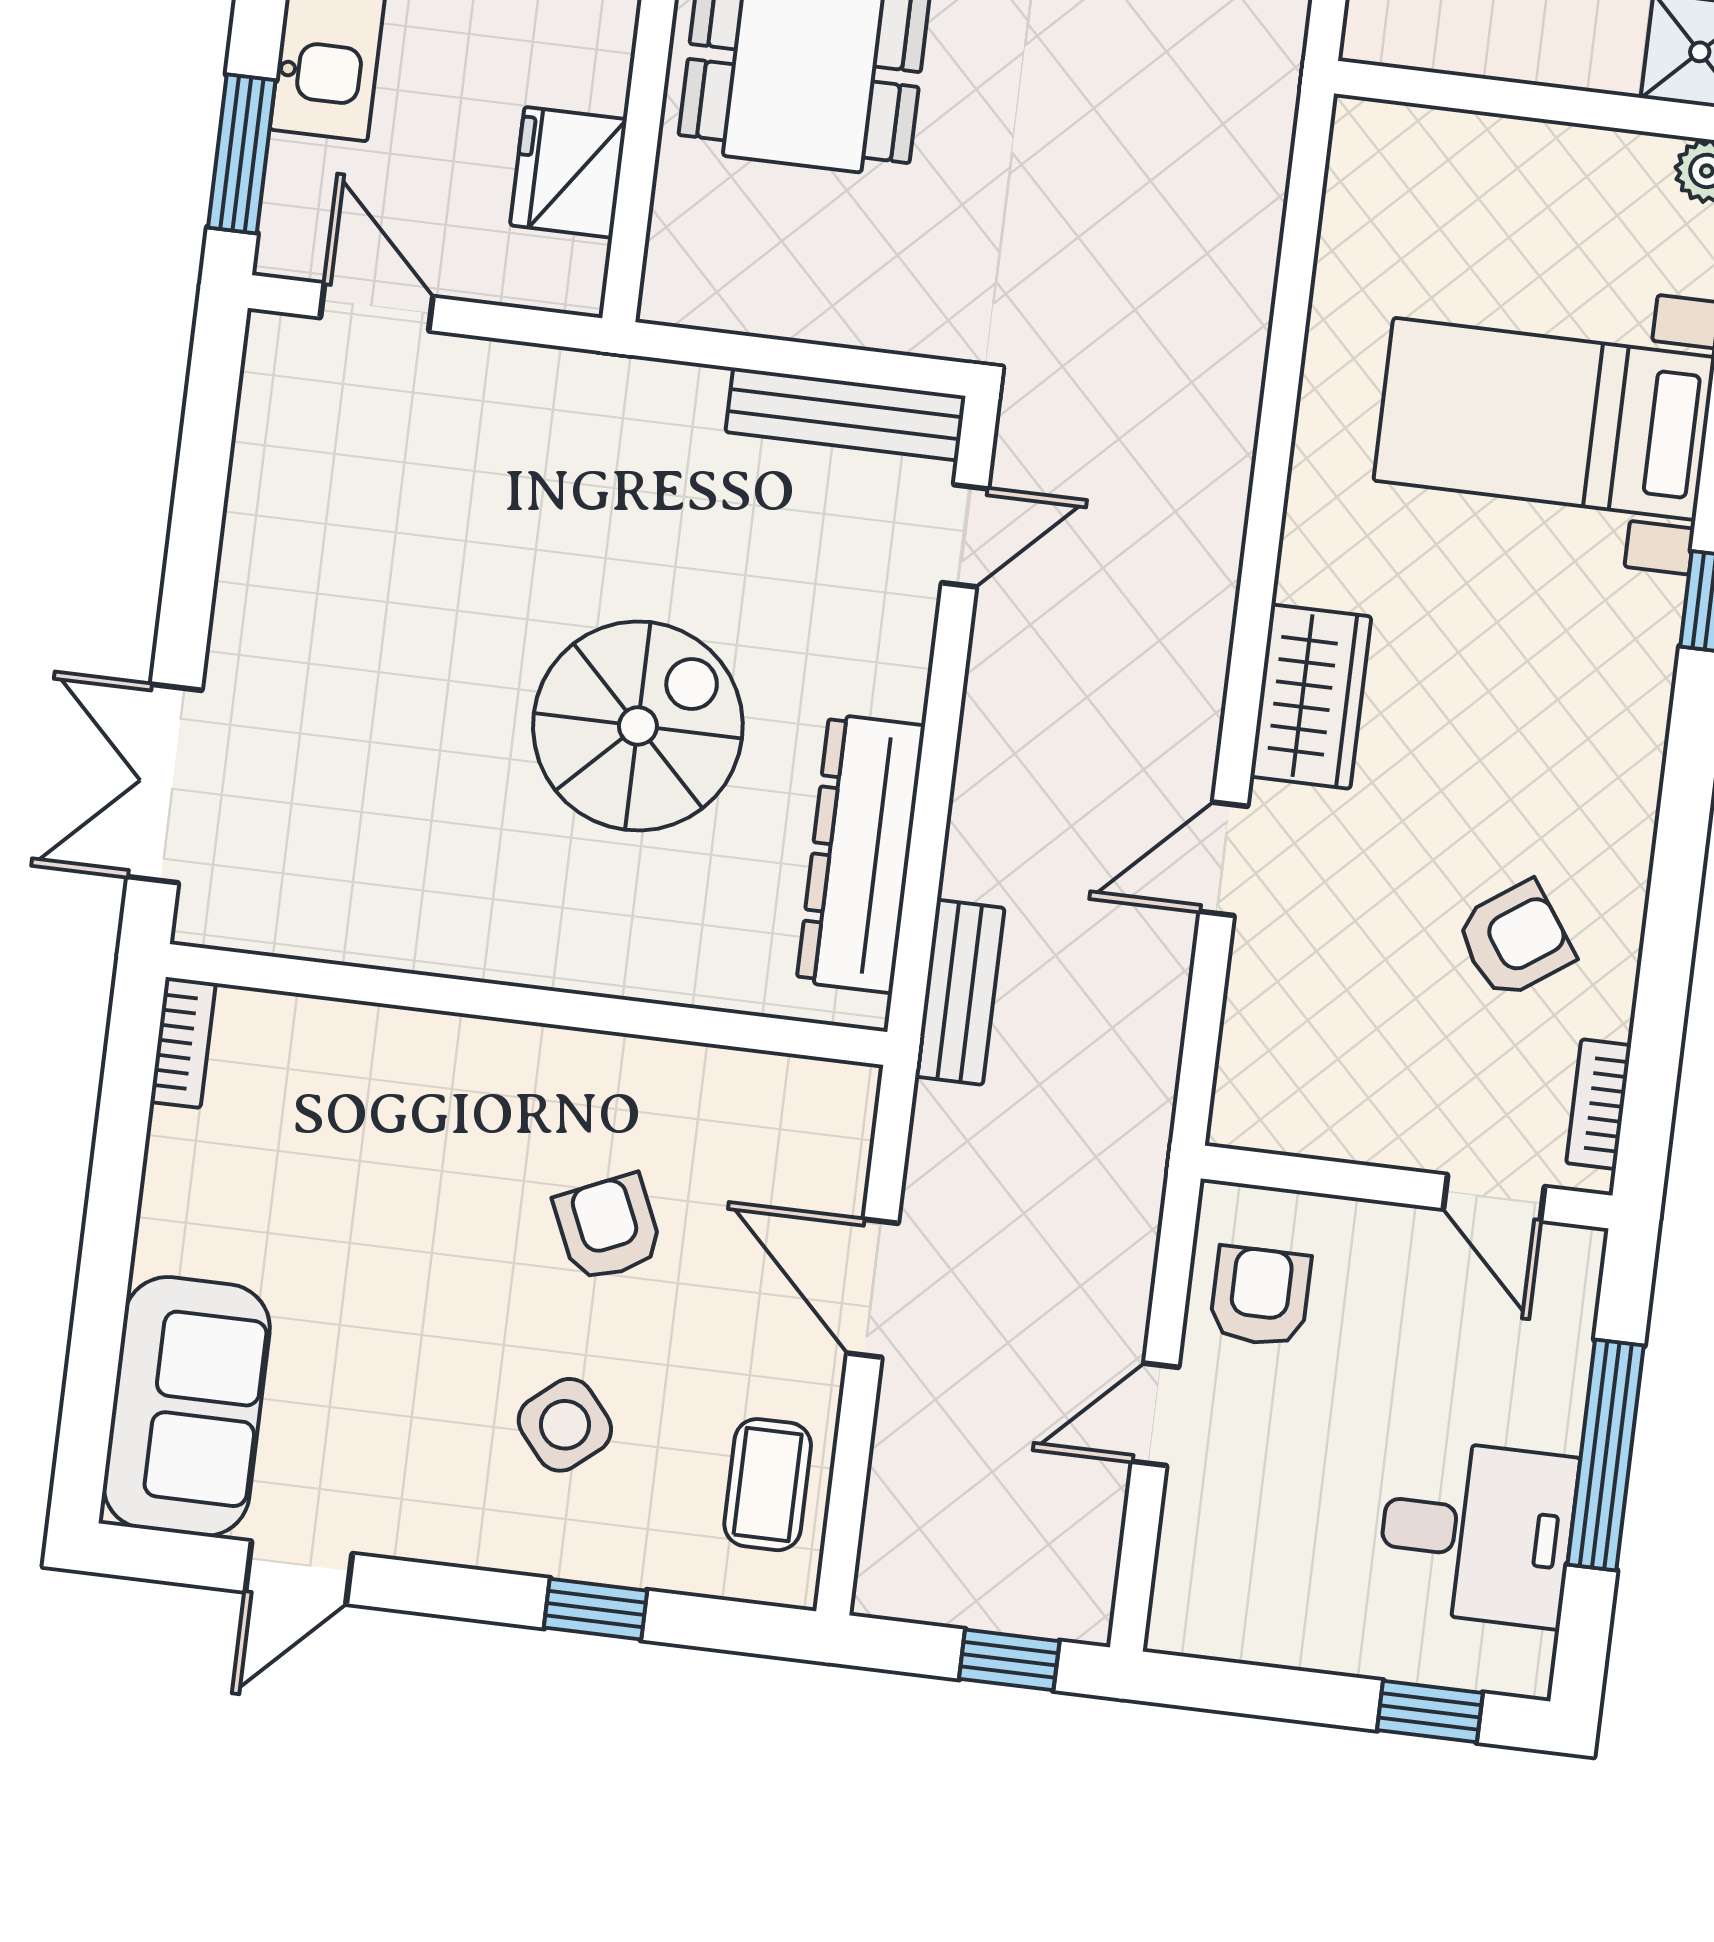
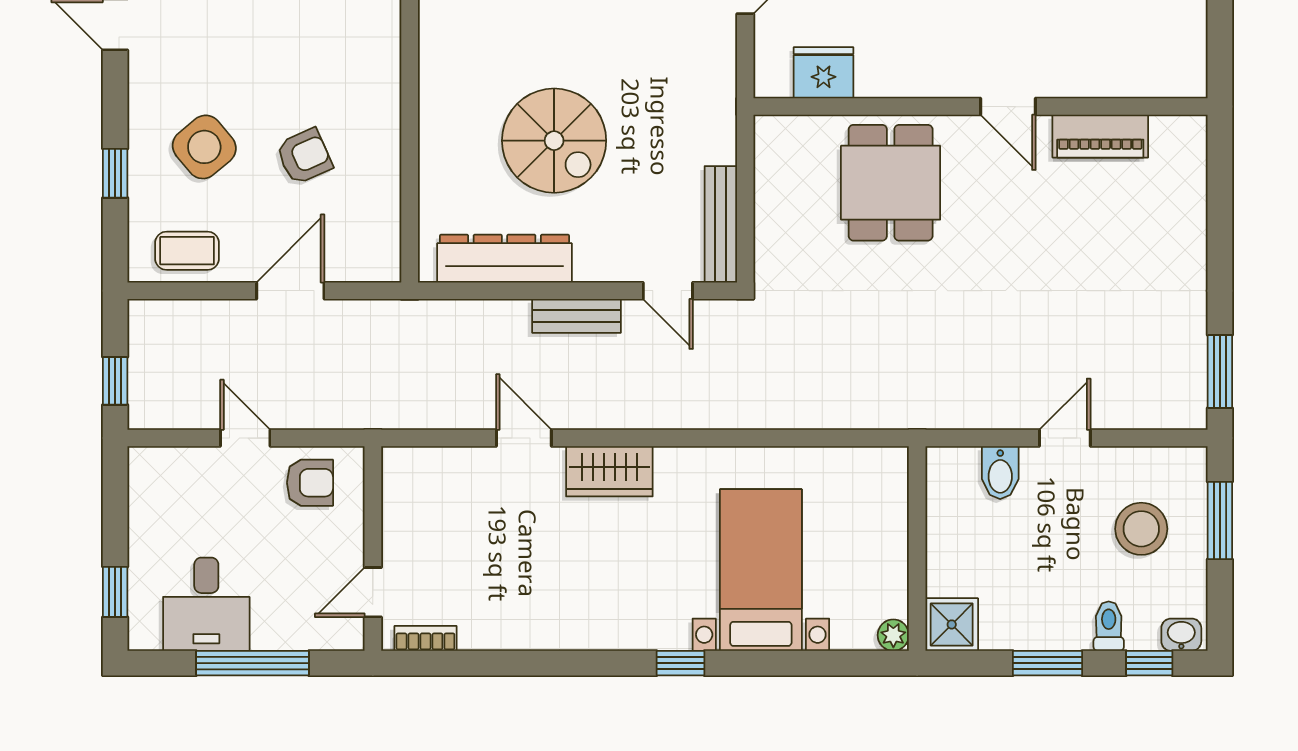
armchair: (1515, 940) -> (502, 587), removed
bench: (960, 992) -> (576, 316), moved
side table: (565, 1425) -> (204, 147), width x1.37, depth x1.37

